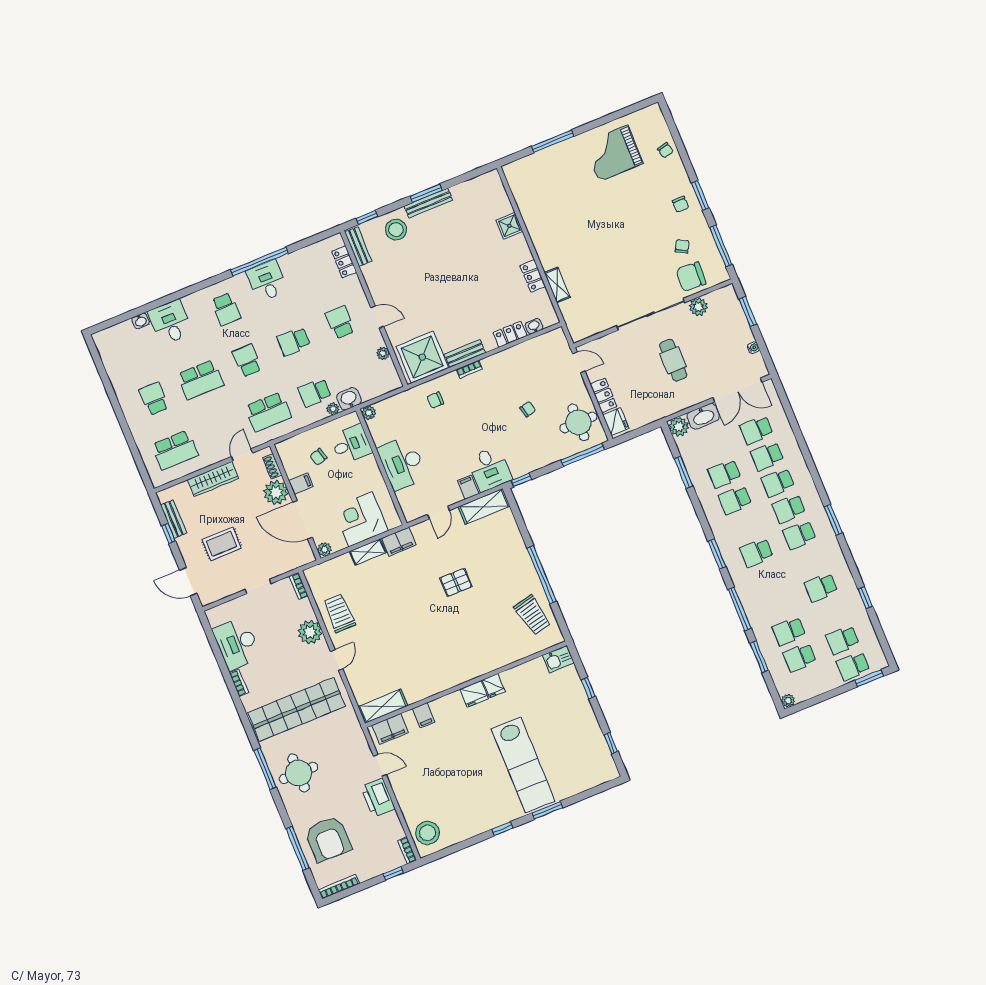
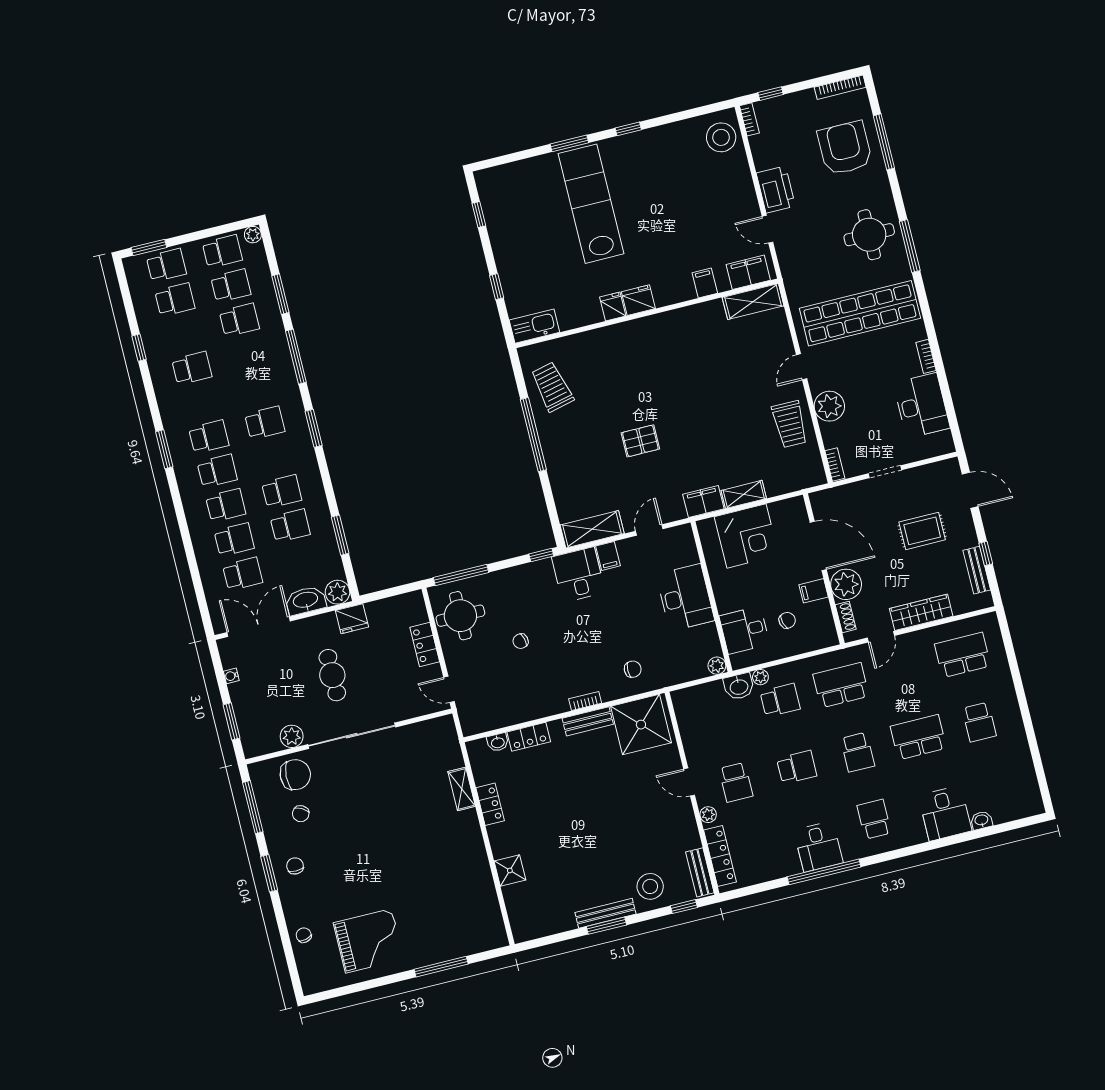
locker: (344, 262) -> (720, 856), width x1.53
plant: (383, 353) -> (708, 815), moved
fridge: (616, 422) -> (352, 619), moved, turned -90
plant: (324, 549) -> (796, 505), removed
kitchen sink: (558, 659) -> (534, 326), width x1.38
school desk: (810, 684) -> (222, 251), added

